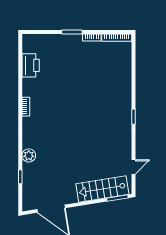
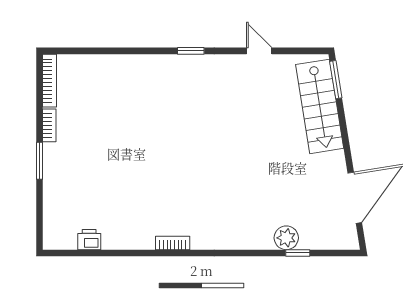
printer: (31, 65) -> (89, 240), width x0.53, depth x0.68
plant: (29, 155) -> (286, 238), moved
door: (133, 167) -> (259, 51), moved

